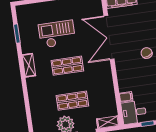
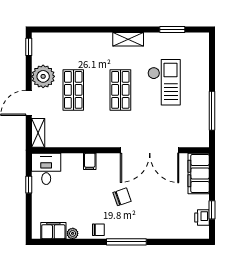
double door: (109, 37) -> (150, 150), swing flipped
filing cabinet: (126, 97) -> (90, 161), moved

